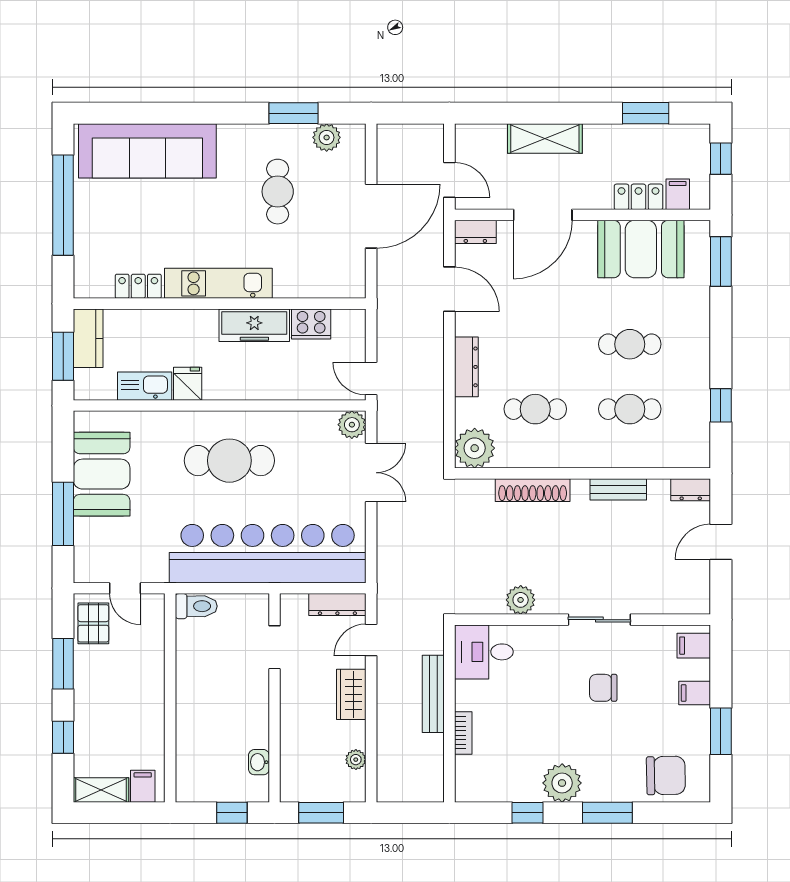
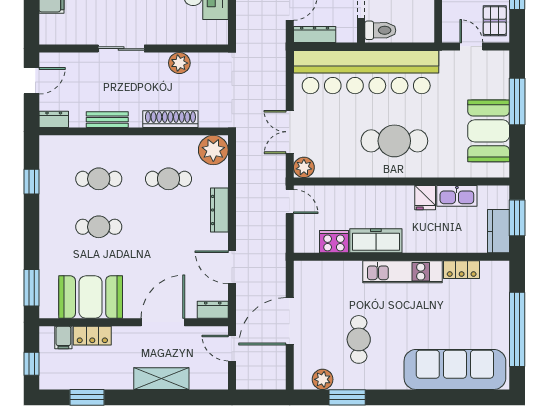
plant: (521, 600) -> (179, 63), moved
toilet: (196, 606) -> (380, 30), moved, turned 180
wall: (583, 620) -> (134, 49), moved
sliding door: (599, 620) -> (121, 49), moved

